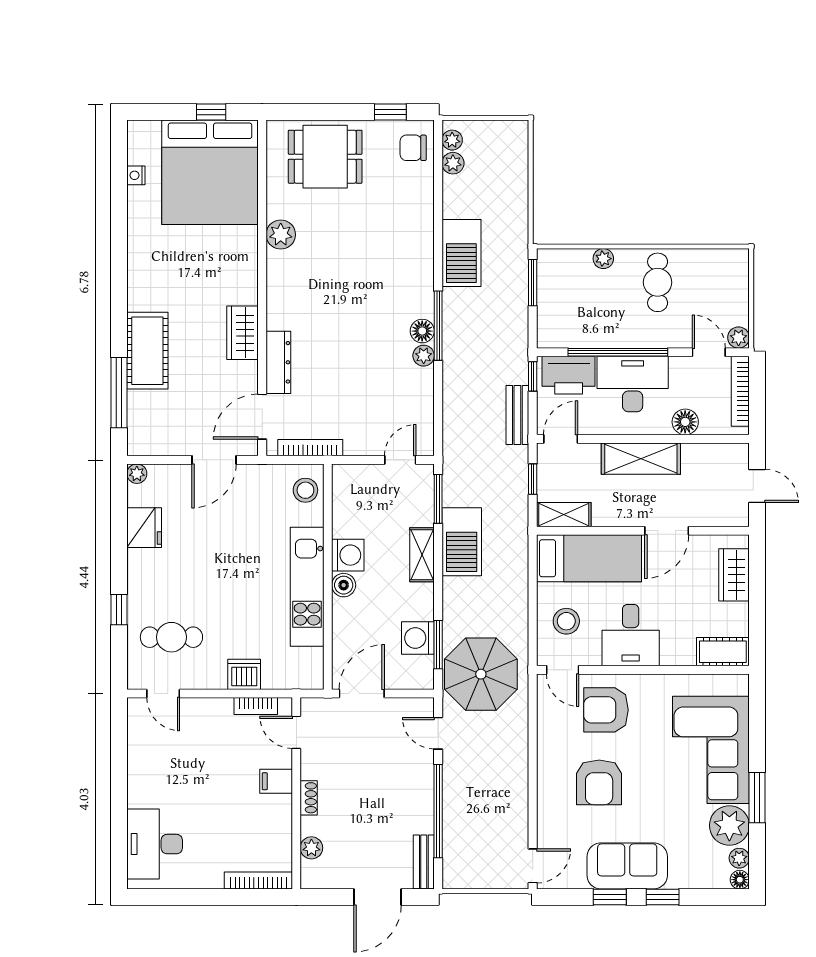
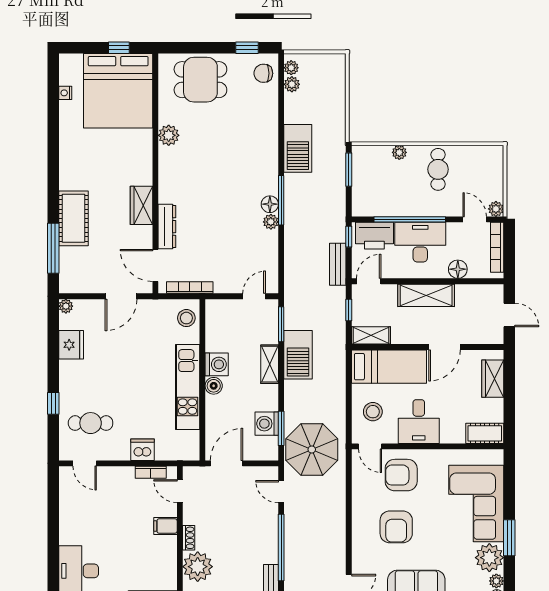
door: (262, 417) -> (155, 265), hinge flipped
plant: (311, 848) -> (198, 567), width x1.87, depth x1.87

